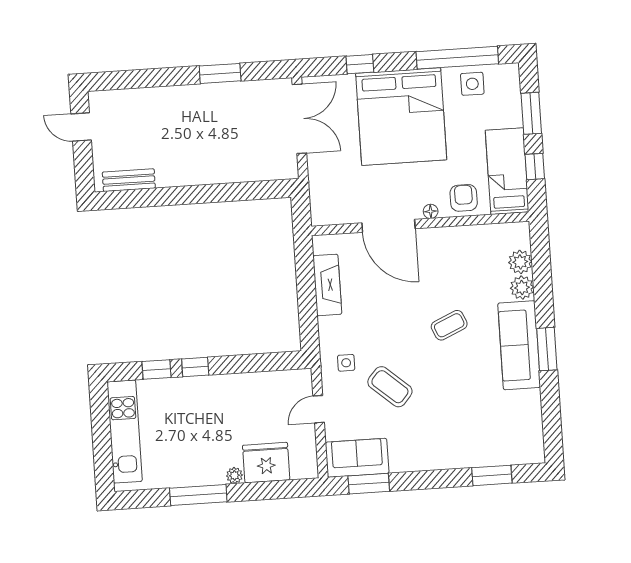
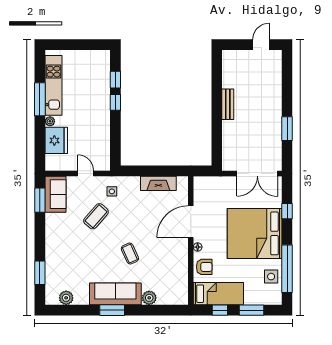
bench: (129, 180) -> (228, 104), moved
plant: (520, 262) -> (66, 298), moved
kitchen unit: (125, 432) -> (54, 85), moved, turned -90

